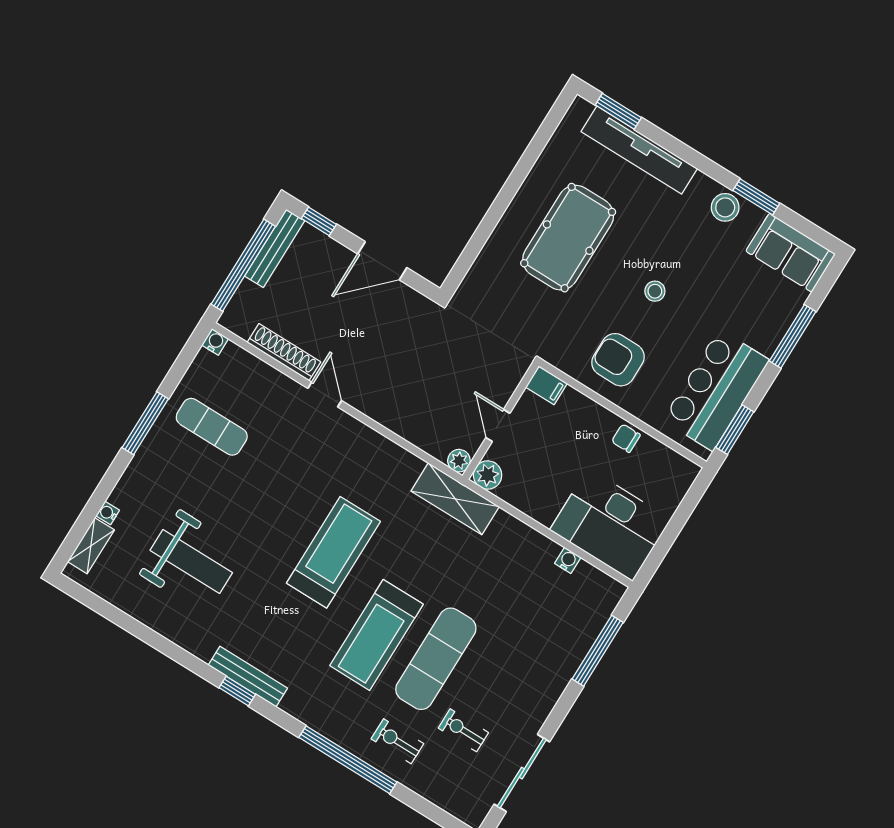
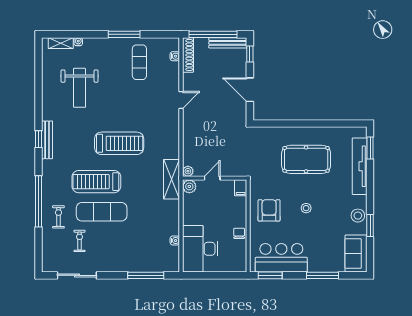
water cooler: (215, 342) -> (175, 56), moved
shoe rack: (284, 352) -> (188, 55), moved

